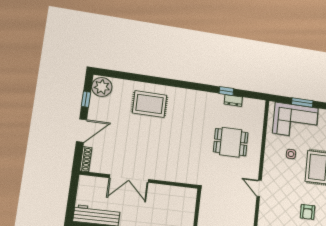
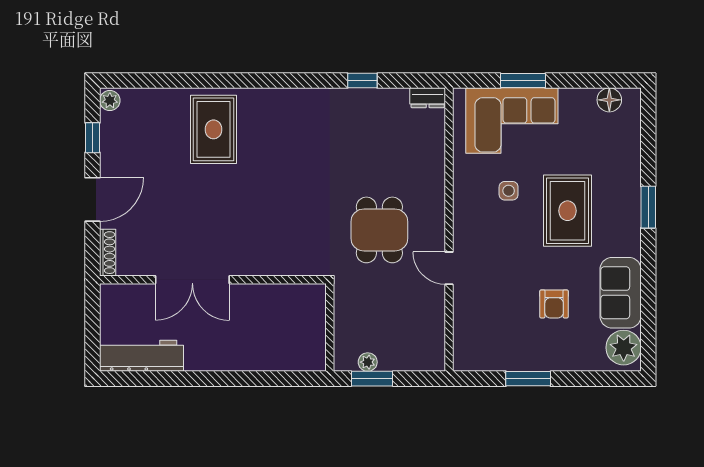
plant: (102, 87) -> (110, 100), width x0.53, depth x0.53
dresser: (233, 100) -> (428, 98), moved
rug: (150, 104) -> (213, 129), turned 90
dining table: (231, 142) -> (379, 230), moved, turned 90

